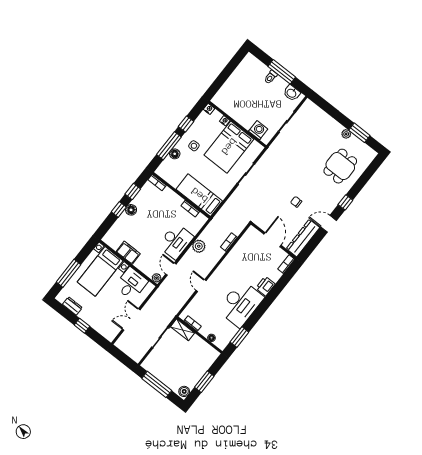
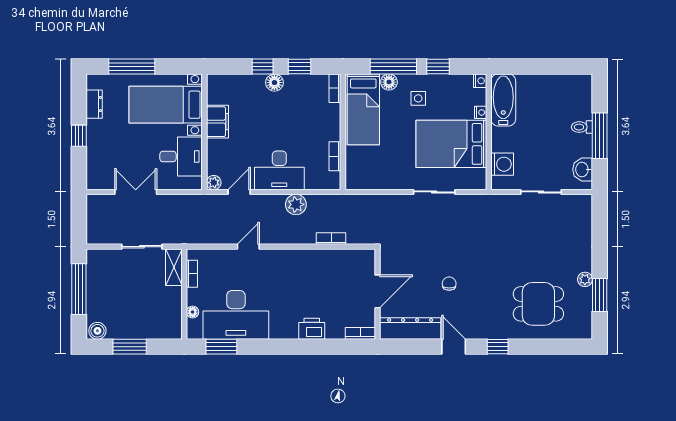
bathtub: (227, 105) -> (503, 100), added
bed: (199, 195) -> (363, 109), moved, turned 180
desk: (241, 304) -> (236, 315), moved

